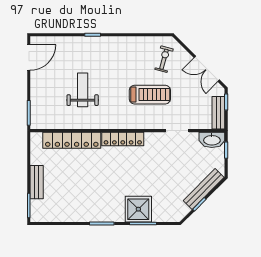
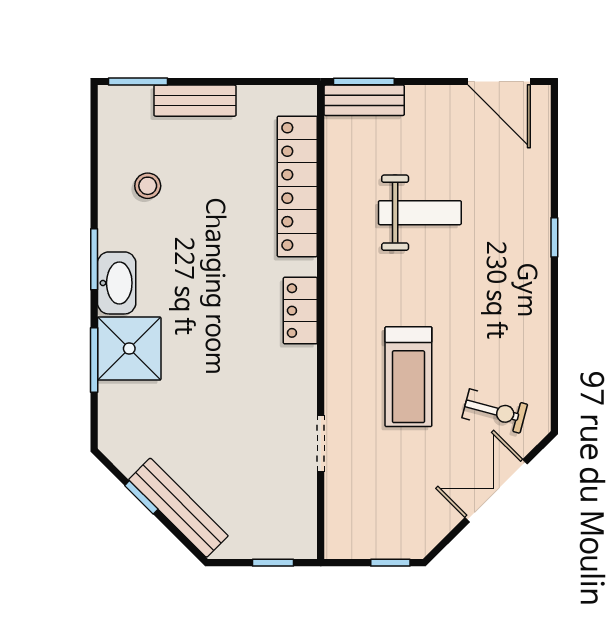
double door: (207, 69) -> (496, 491), moved
bench: (218, 113) -> (364, 100), moved
locker: (123, 139) -> (300, 311), width x0.66
washbasin: (212, 140) -> (117, 283), moved, turned 180
stool: (72, 202) -> (148, 186), added

